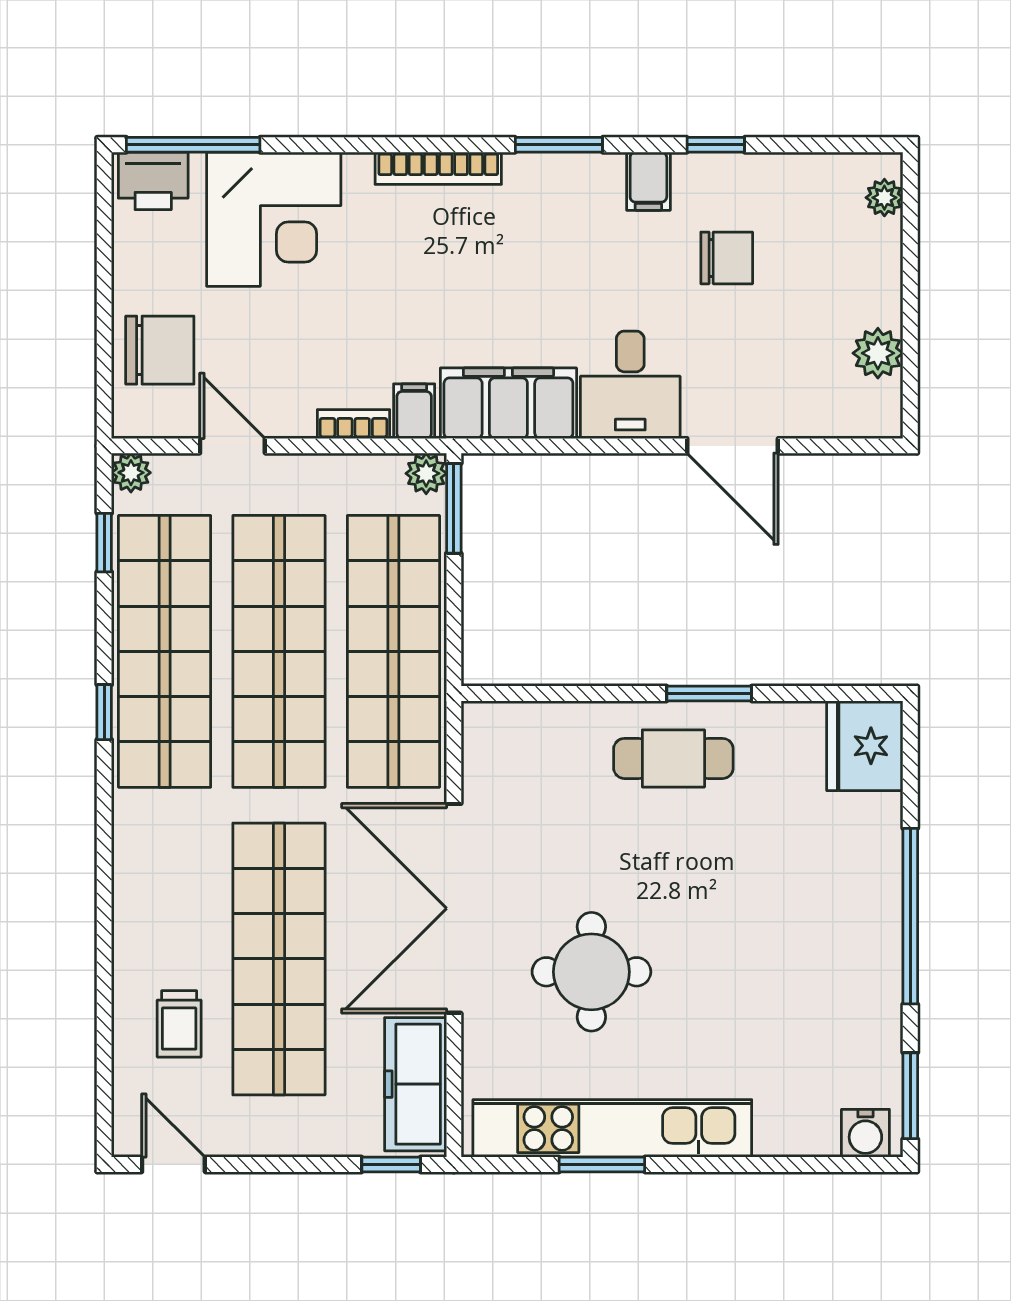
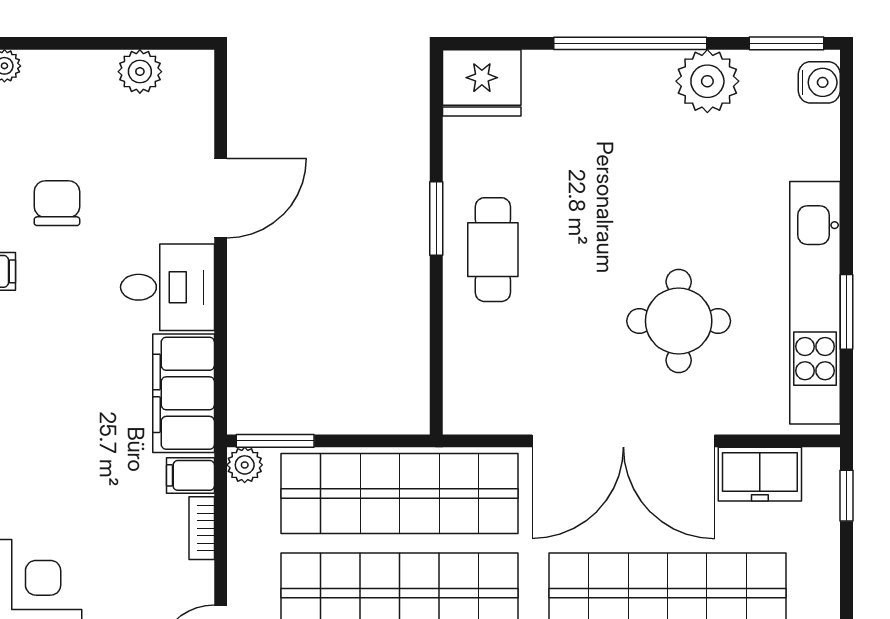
plant: (867, 1005) -> (707, 81), added
freezer: (416, 1084) -> (760, 474), width x0.71

